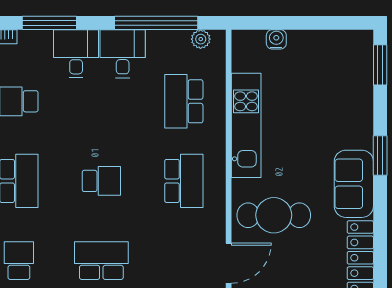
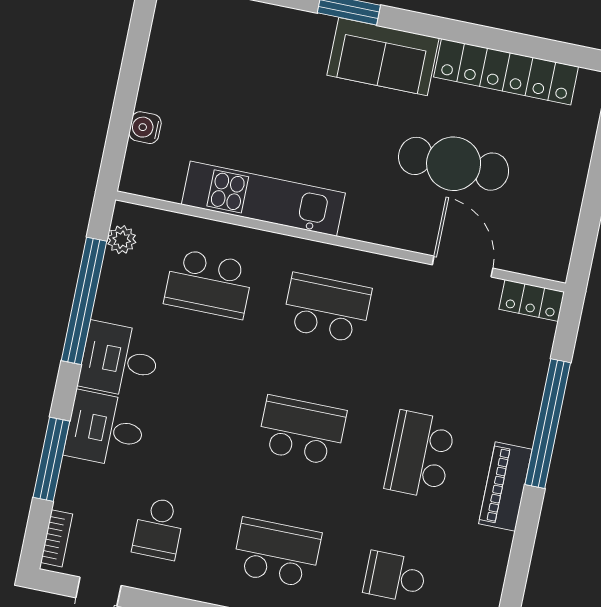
school desk: (101, 181) -> (302, 430), width x1.85
cafe table: (274, 215) -> (454, 164), moved, turned 90

